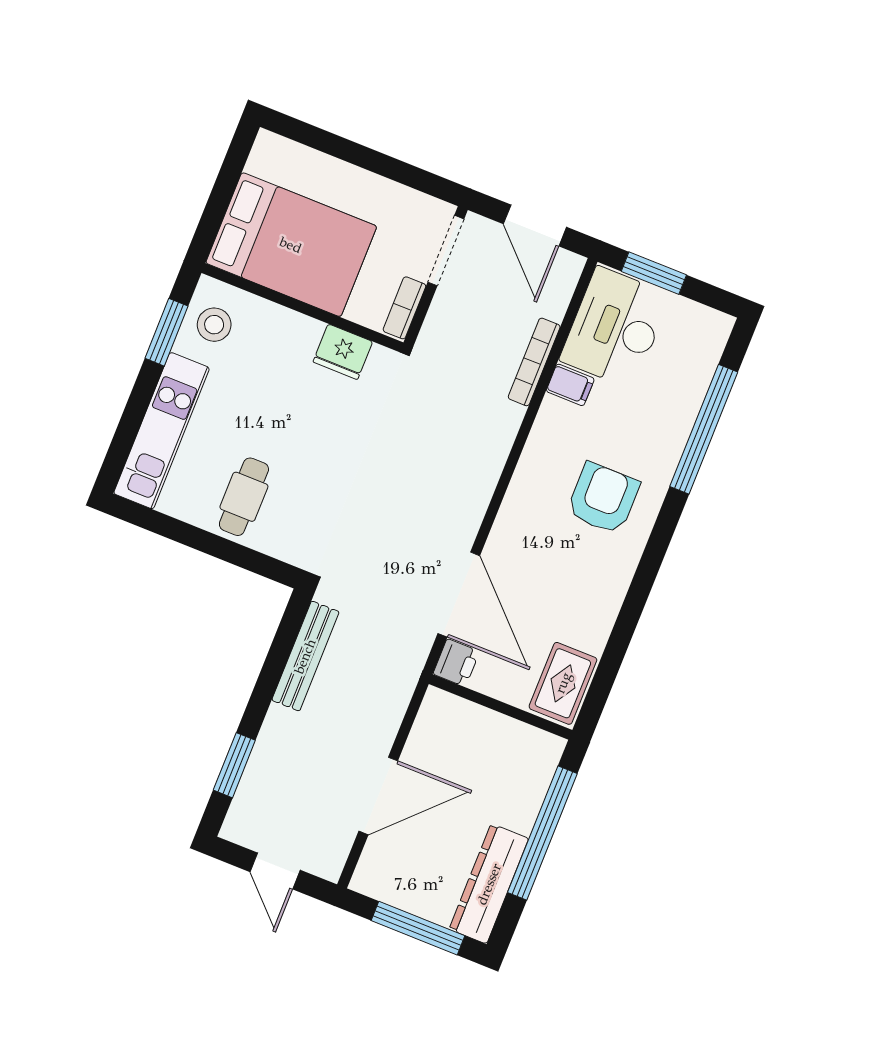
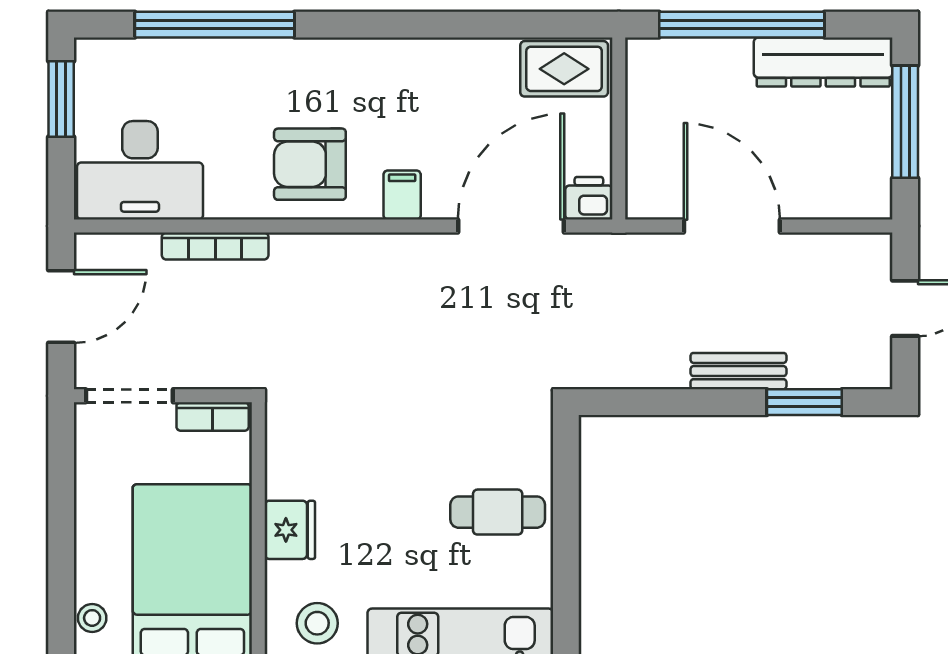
stool: (287, 154) -> (92, 618), added
window: (654, 273) -> (61, 99), moved
fridge: (343, 352) -> (290, 530), moved
filing cabinet: (570, 385) -> (402, 195), moved
armchair: (603, 498) -> (310, 164), moved
bench: (305, 656) -> (739, 371), moved, width x0.73
door: (378, 796) -> (732, 226), moved

